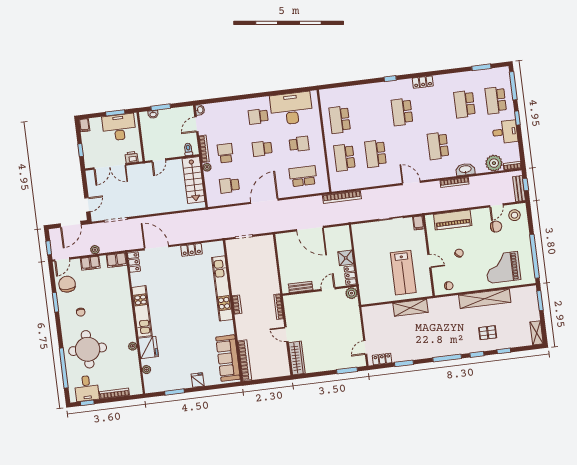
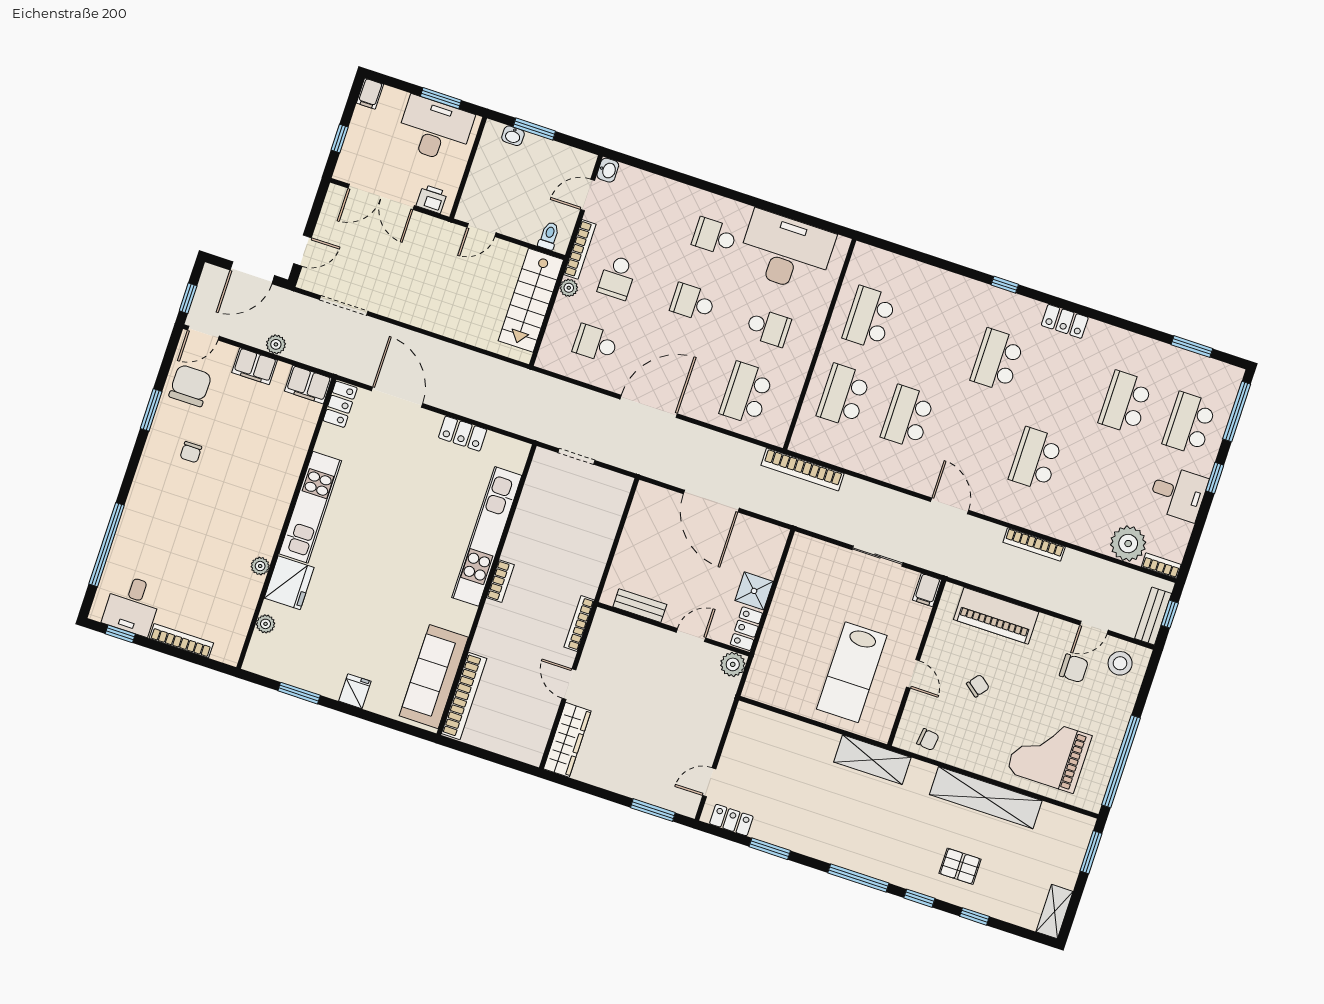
school desk: (225, 153) -> (617, 277), turned 180
washbasin: (465, 169) -> (1067, 529), removed
school desk: (303, 176) -> (746, 393), turned -90
shelving: (411, 308) -> (872, 760), moved
round table: (88, 349) -> (170, 530), removed

